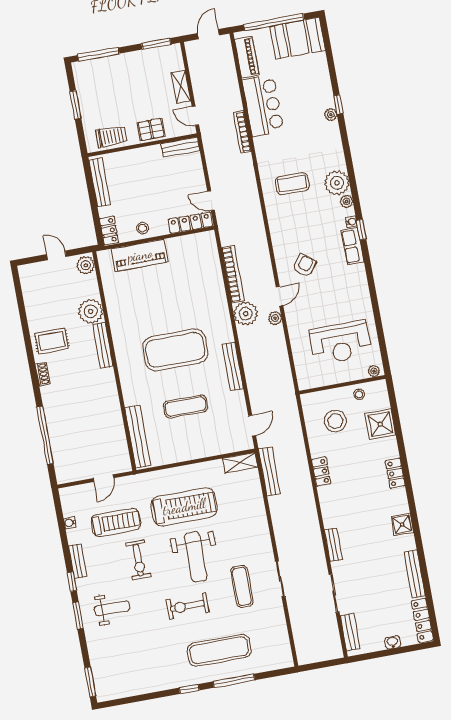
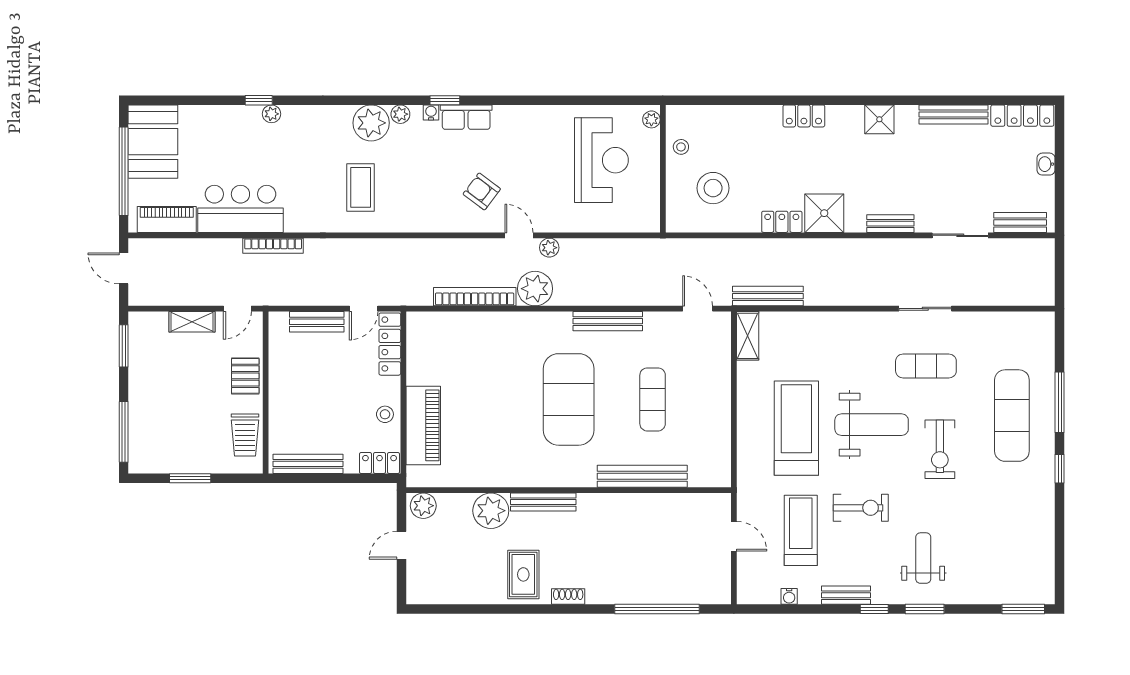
trolley: (111, 136) -> (245, 435), turned 180
bench: (180, 147) -> (317, 322), moved, turned 90
shower: (380, 424) -> (824, 213), moved
bench: (138, 437) -> (642, 476), moved

